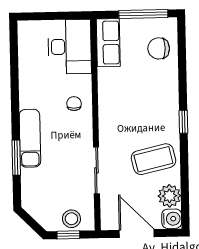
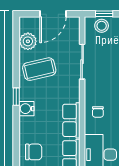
row of seats: (109, 92) -> (71, 120), added
water cooler: (172, 219) -> (27, 109), moved
door: (137, 233) -> (53, 14), hinge flipped

